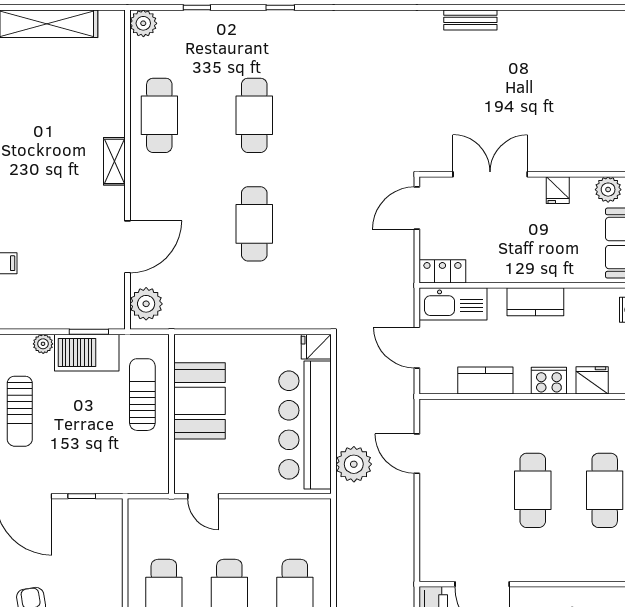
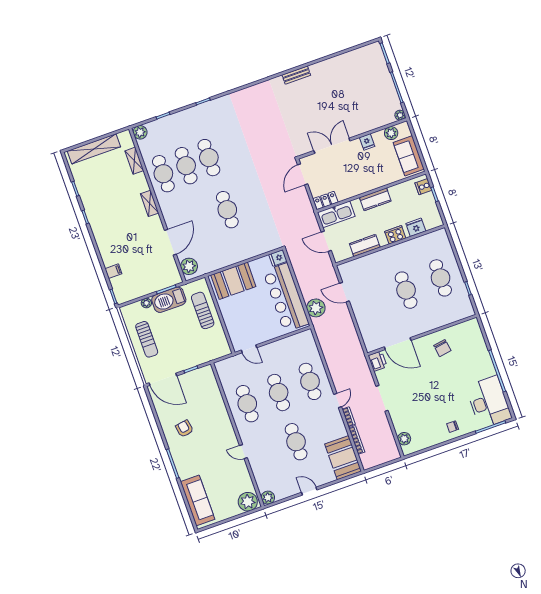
shelving: (114, 72) -> (134, 161), added
cafe table: (207, 115) -> (186, 166), added
booth: (199, 401) -> (233, 281), moved, turned 90

